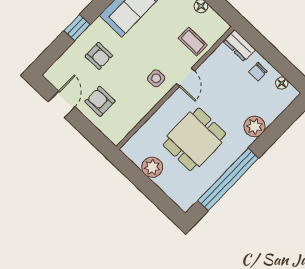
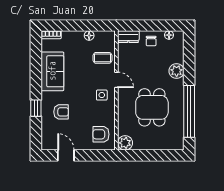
armchair: (100, 101) -> (101, 134), moved
plant: (152, 167) -> (125, 143), moved

